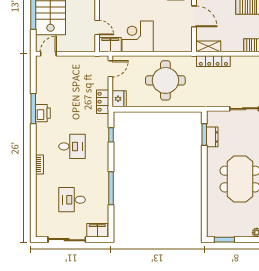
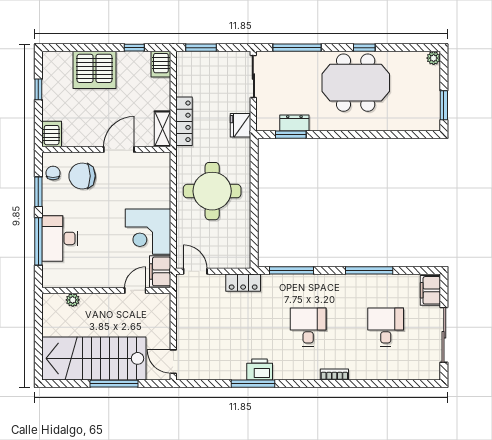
fridge: (119, 99) -> (241, 125), moved, turned -90
window: (111, 135) -> (292, 270), width x2.17
desk: (72, 200) -> (386, 327), turned 180

